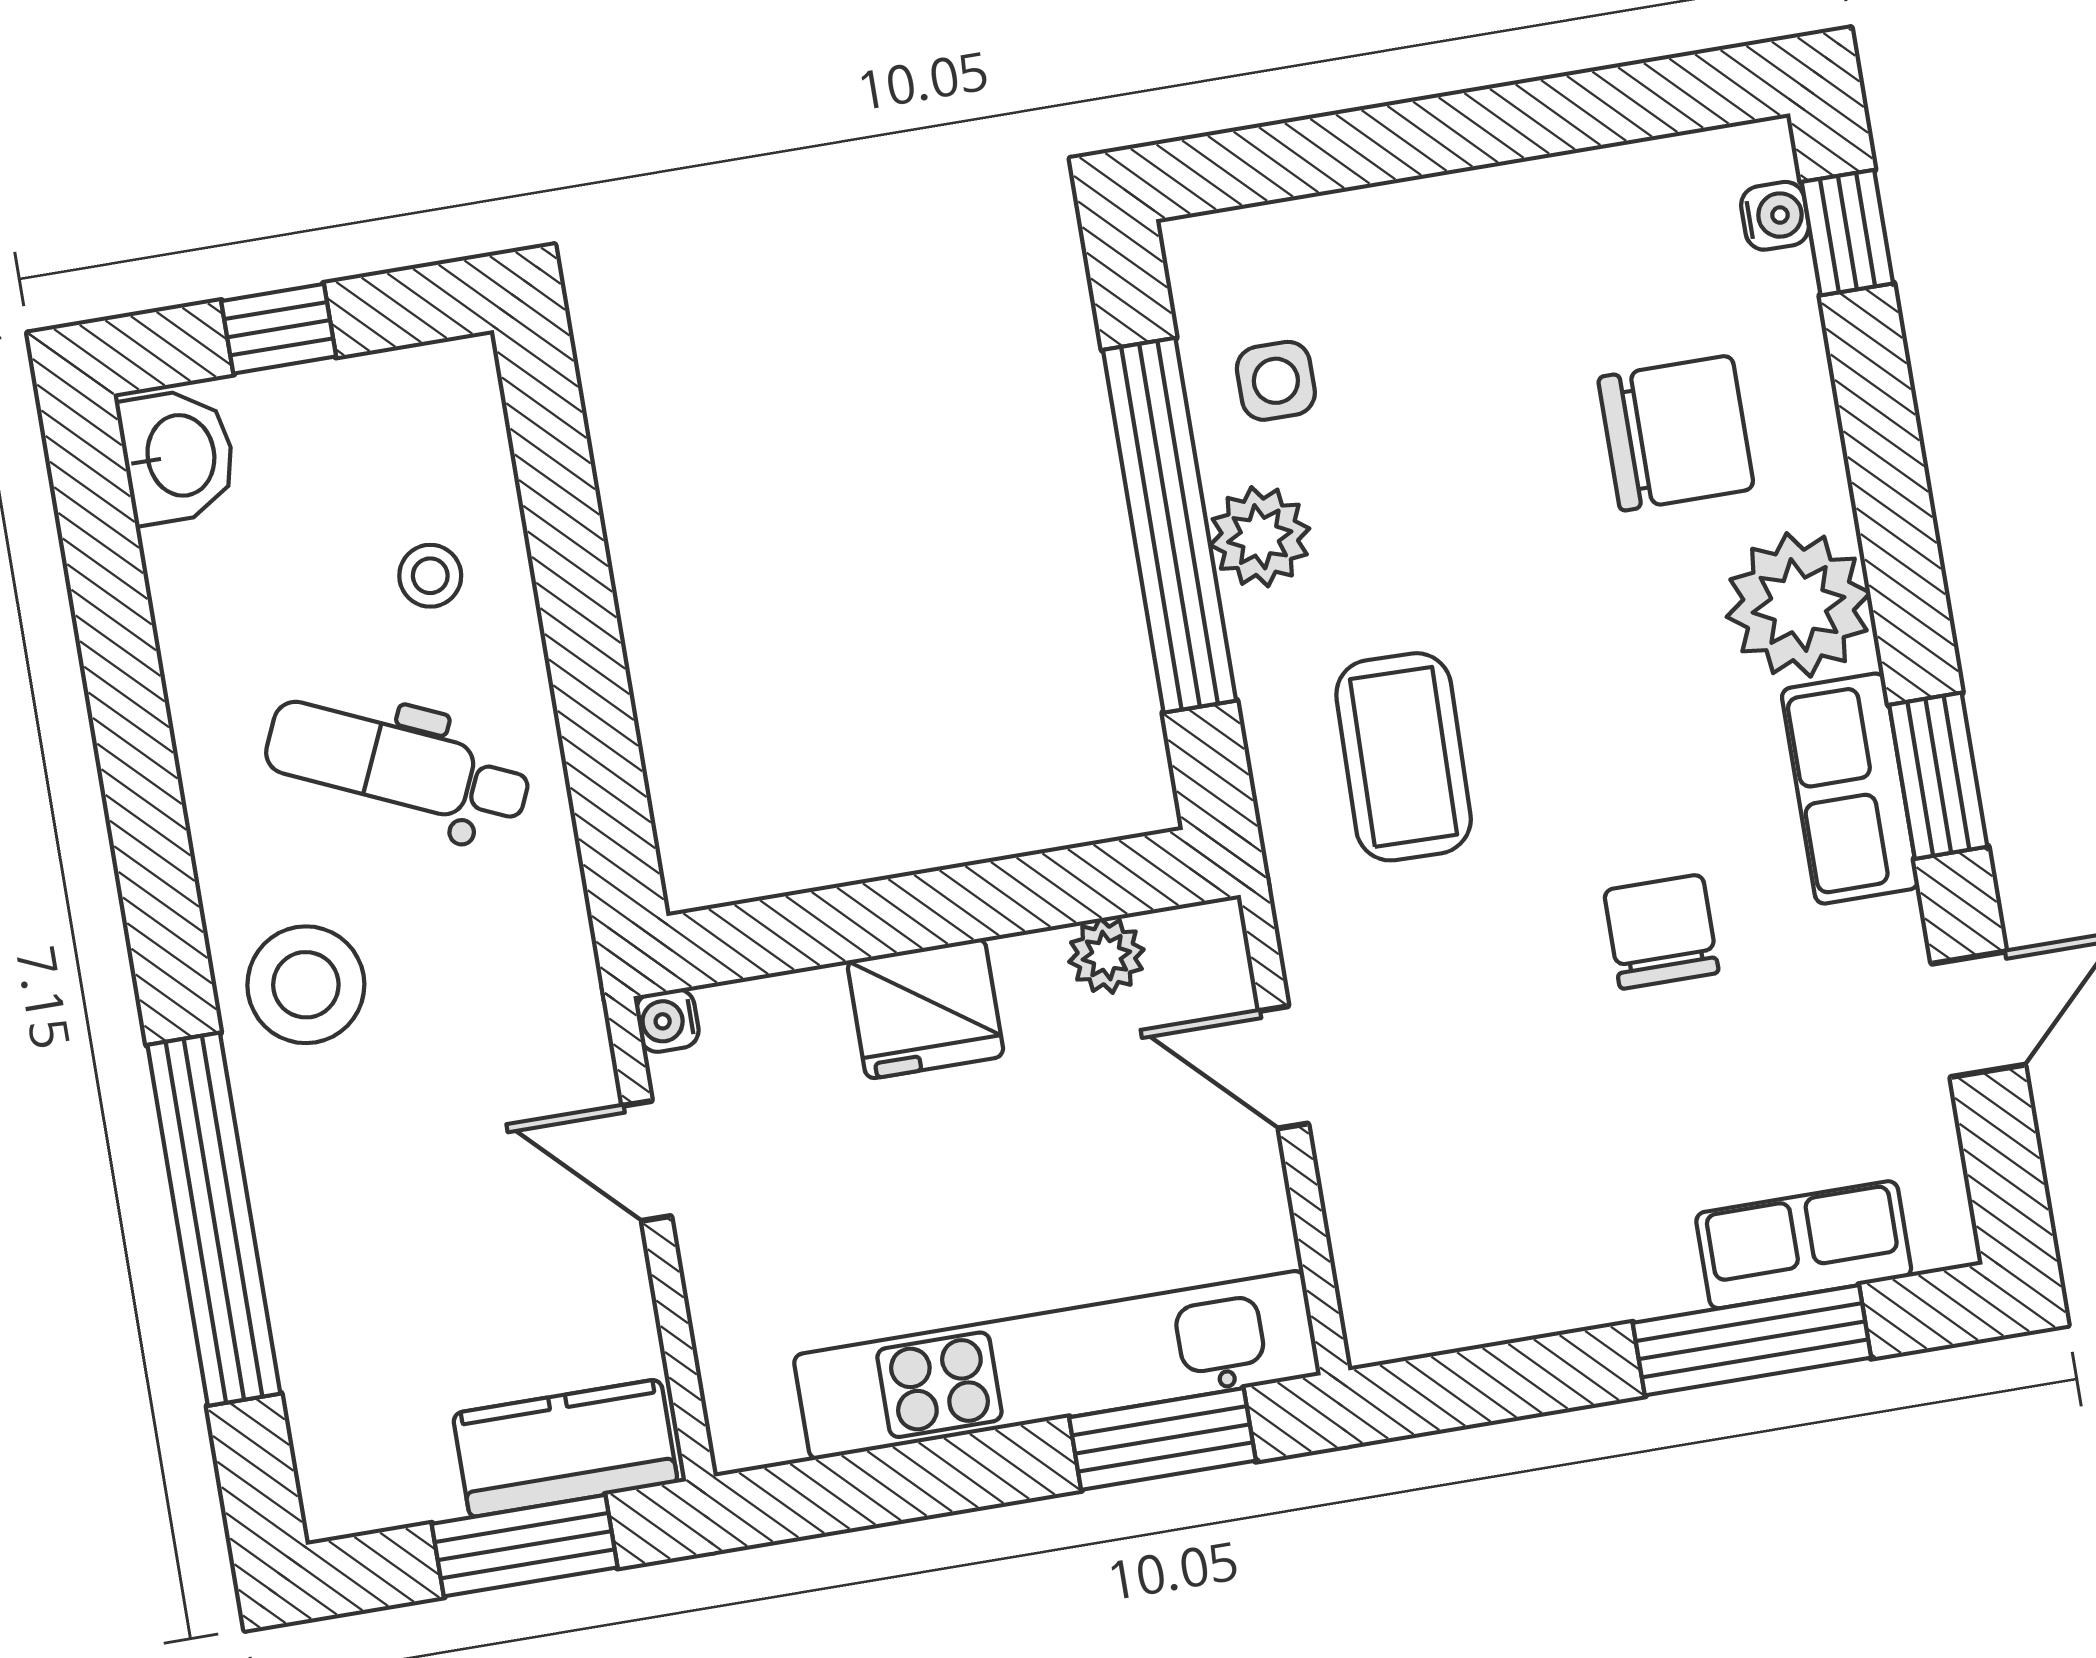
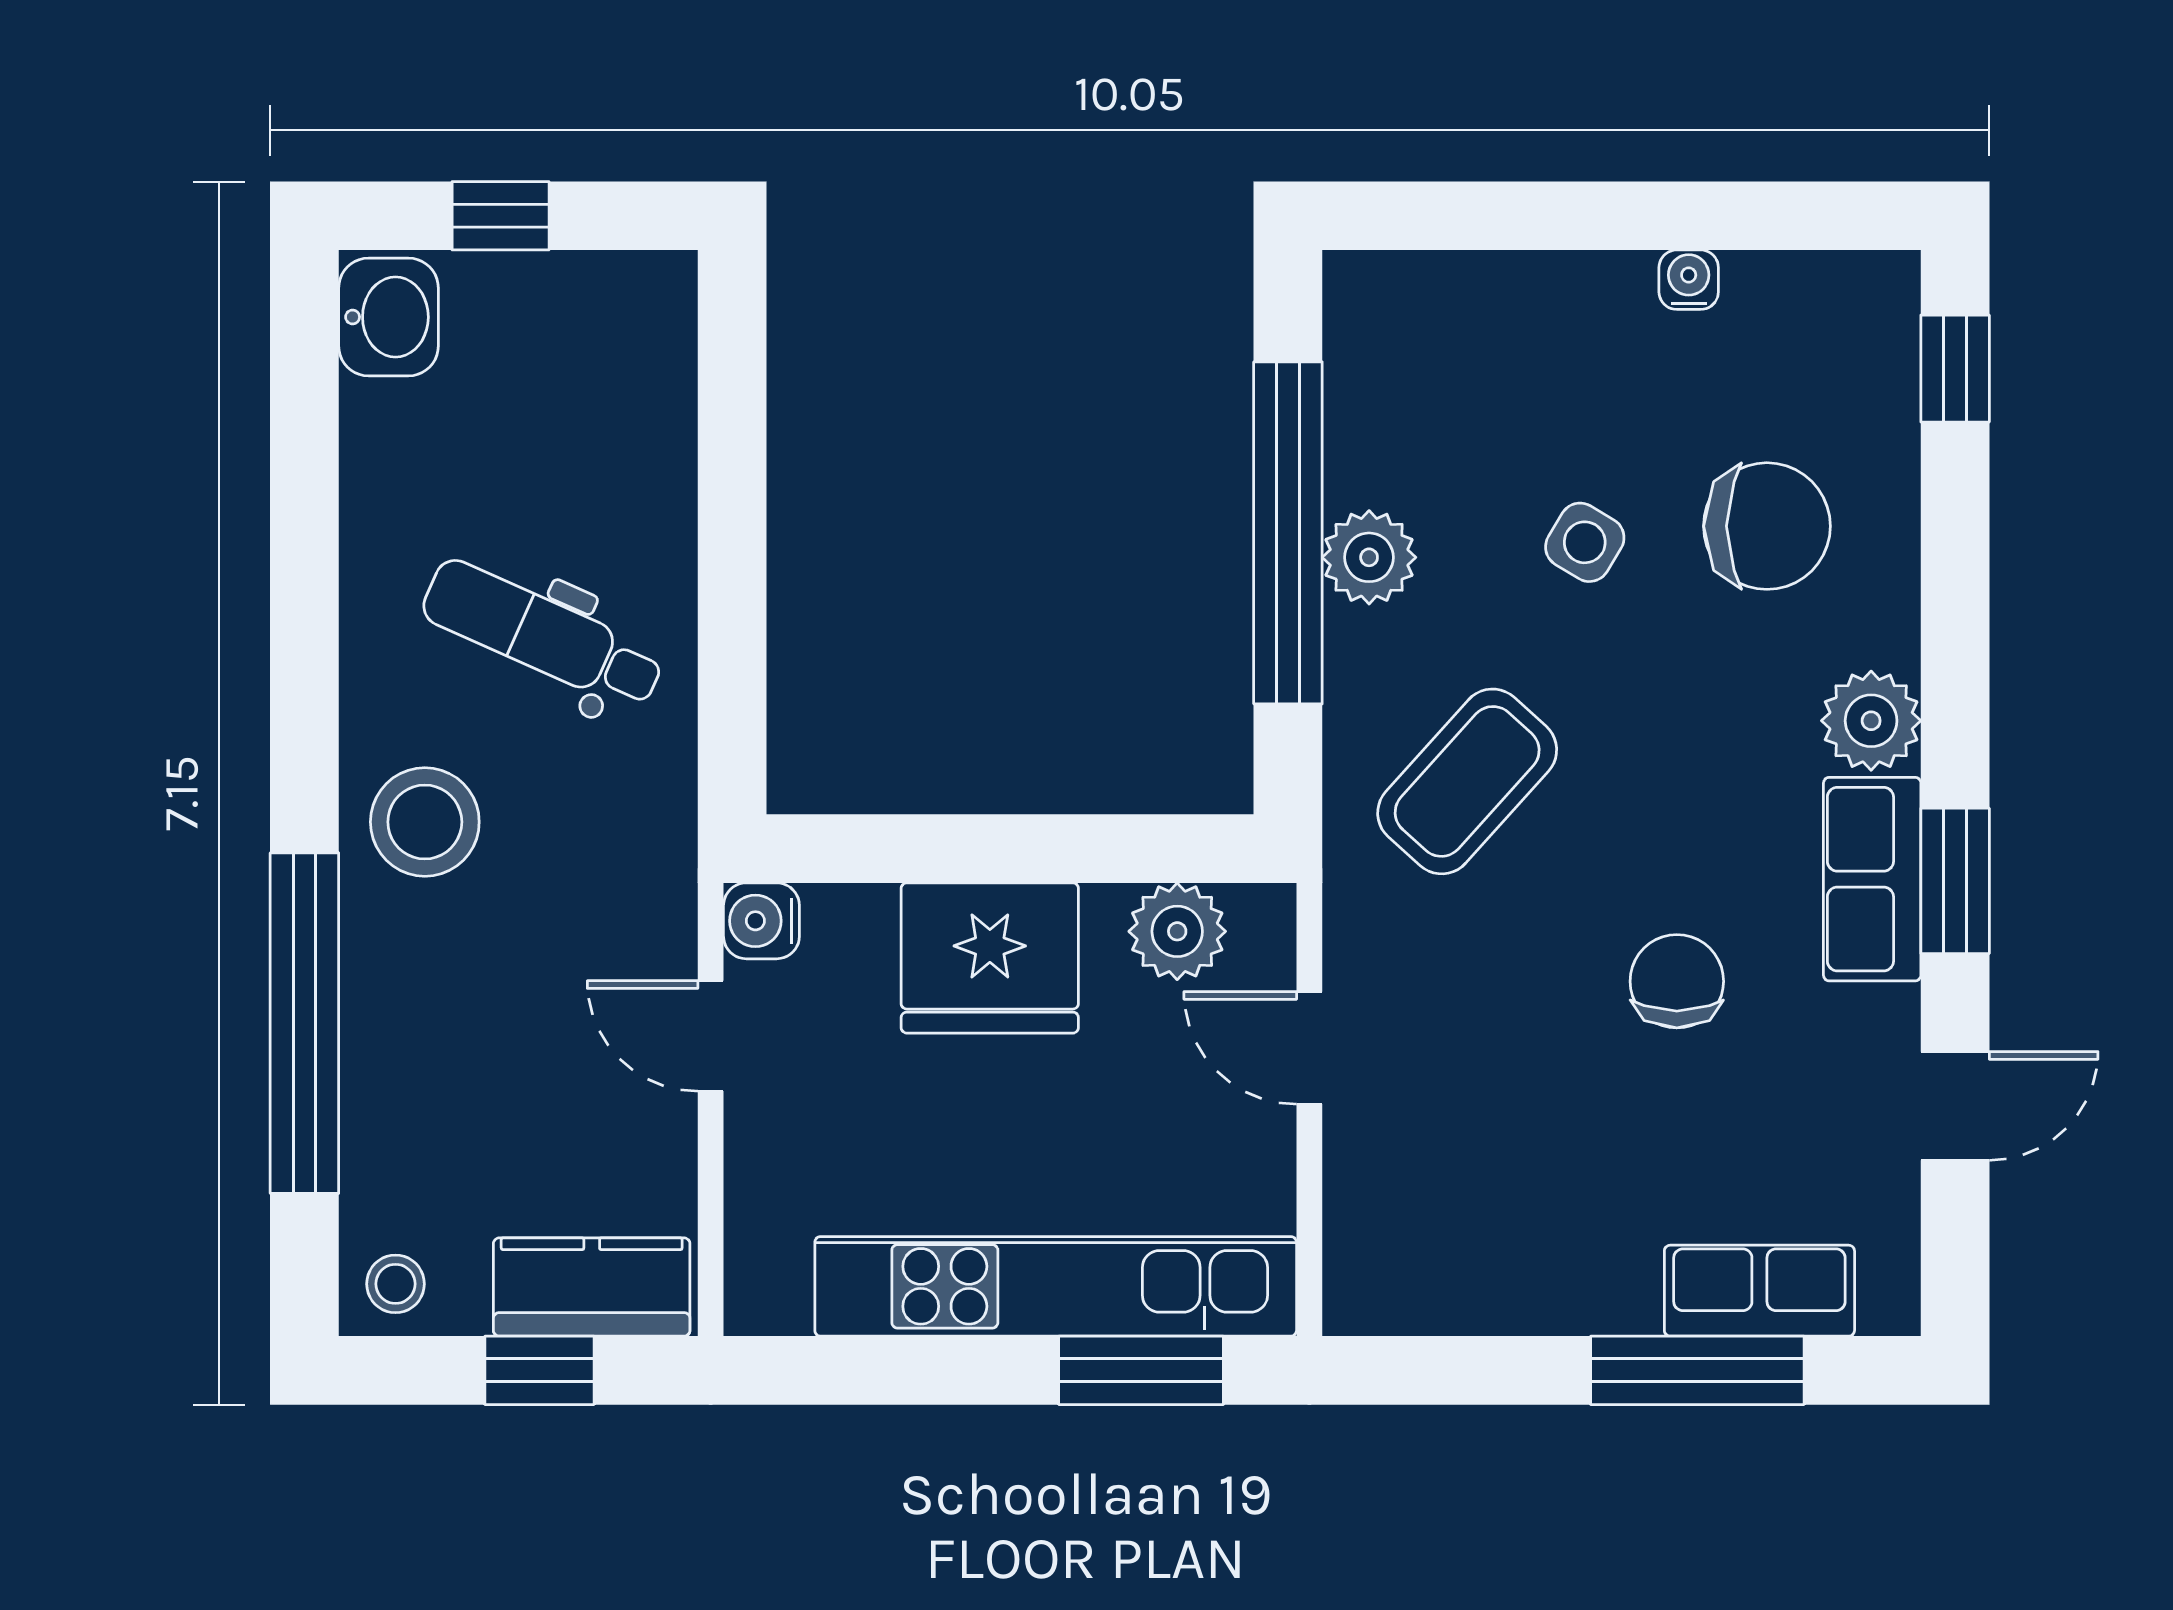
water cooler: (1775, 216) -> (1689, 280), moved, turned -90
side table: (1276, 381) -> (1585, 542), moved, turned 31
stool: (430, 576) -> (395, 1284), moved
plant: (1799, 605) -> (1871, 721), width x0.73, depth x0.73
coffee table: (1404, 757) -> (1467, 781), turned 41
plant: (1106, 956) -> (1177, 931), width x1.38, depth x1.38
fridge: (925, 1009) -> (990, 958), width x1.36, depth x1.34
water cooler: (667, 1021) -> (761, 921), width x1.38, depth x1.38
window: (525, 1546) -> (539, 1370), width x0.67

